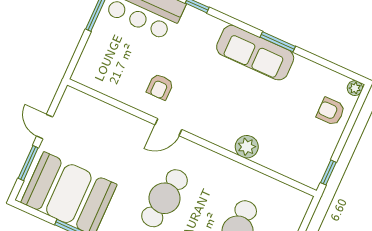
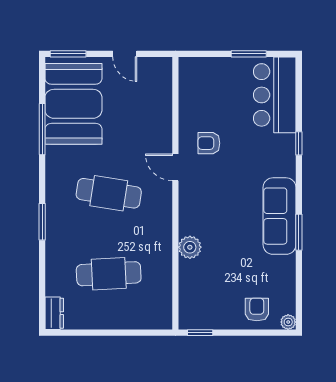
door: (45, 127) -> (125, 54), swing flipped
window: (28, 163) -> (68, 54), moved

